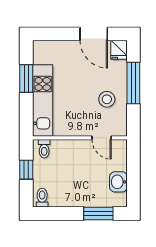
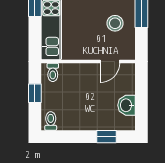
door: (102, 138) -> (110, 62), hinge flipped
window: (98, 214) -> (107, 137), width x0.67

